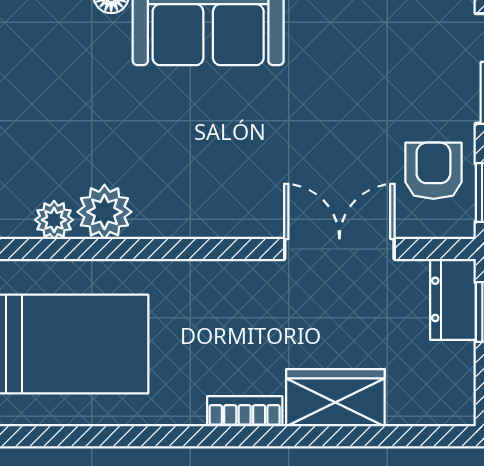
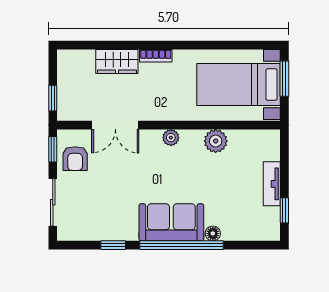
plant: (54, 220) -> (171, 138), moved
dresser: (453, 299) -> (67, 104), removed

